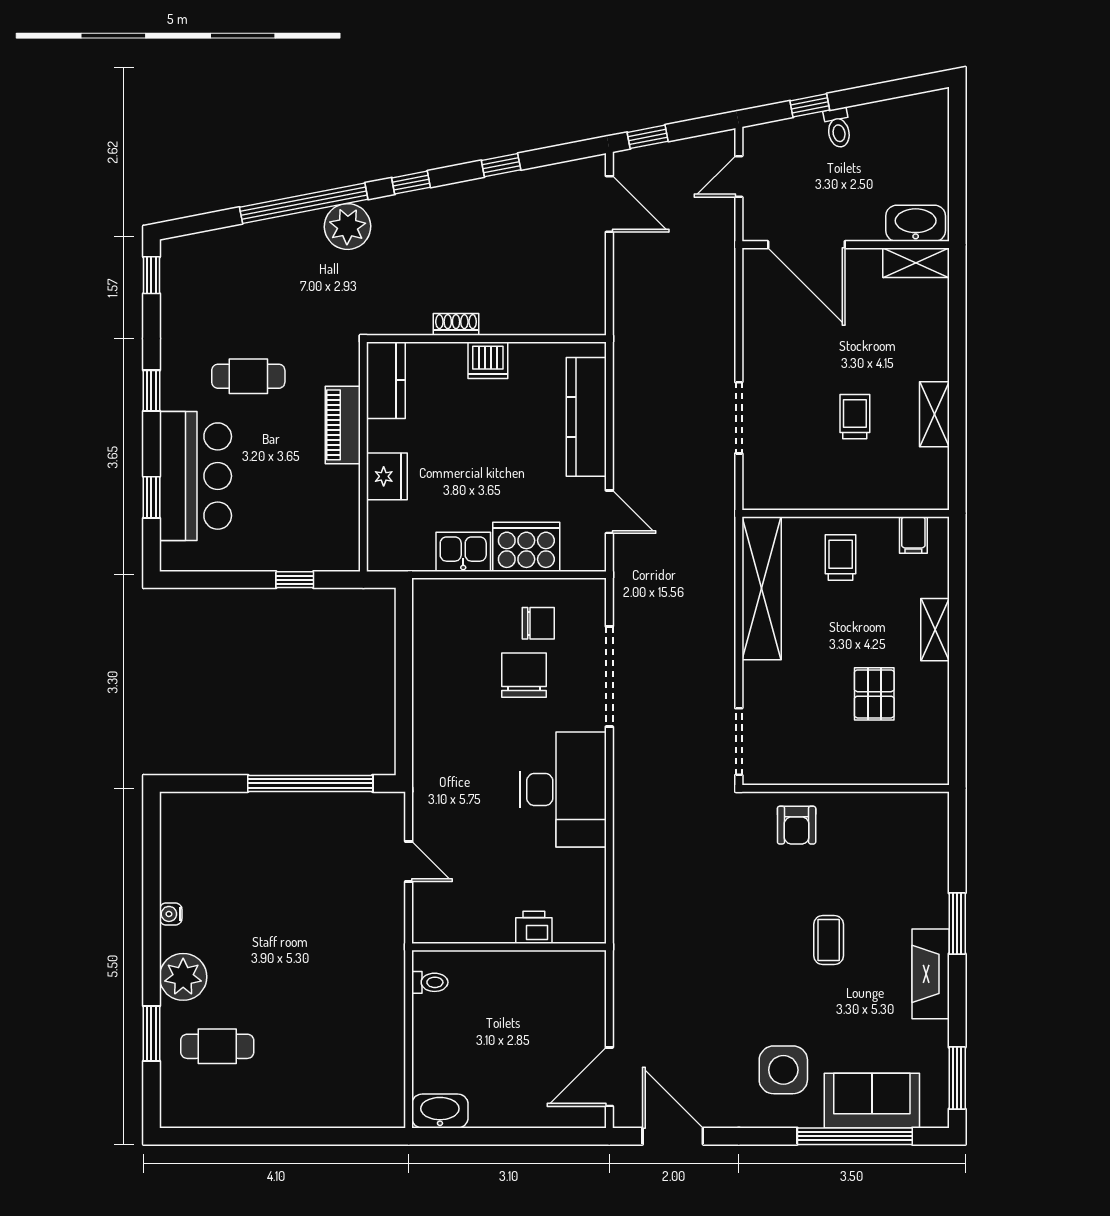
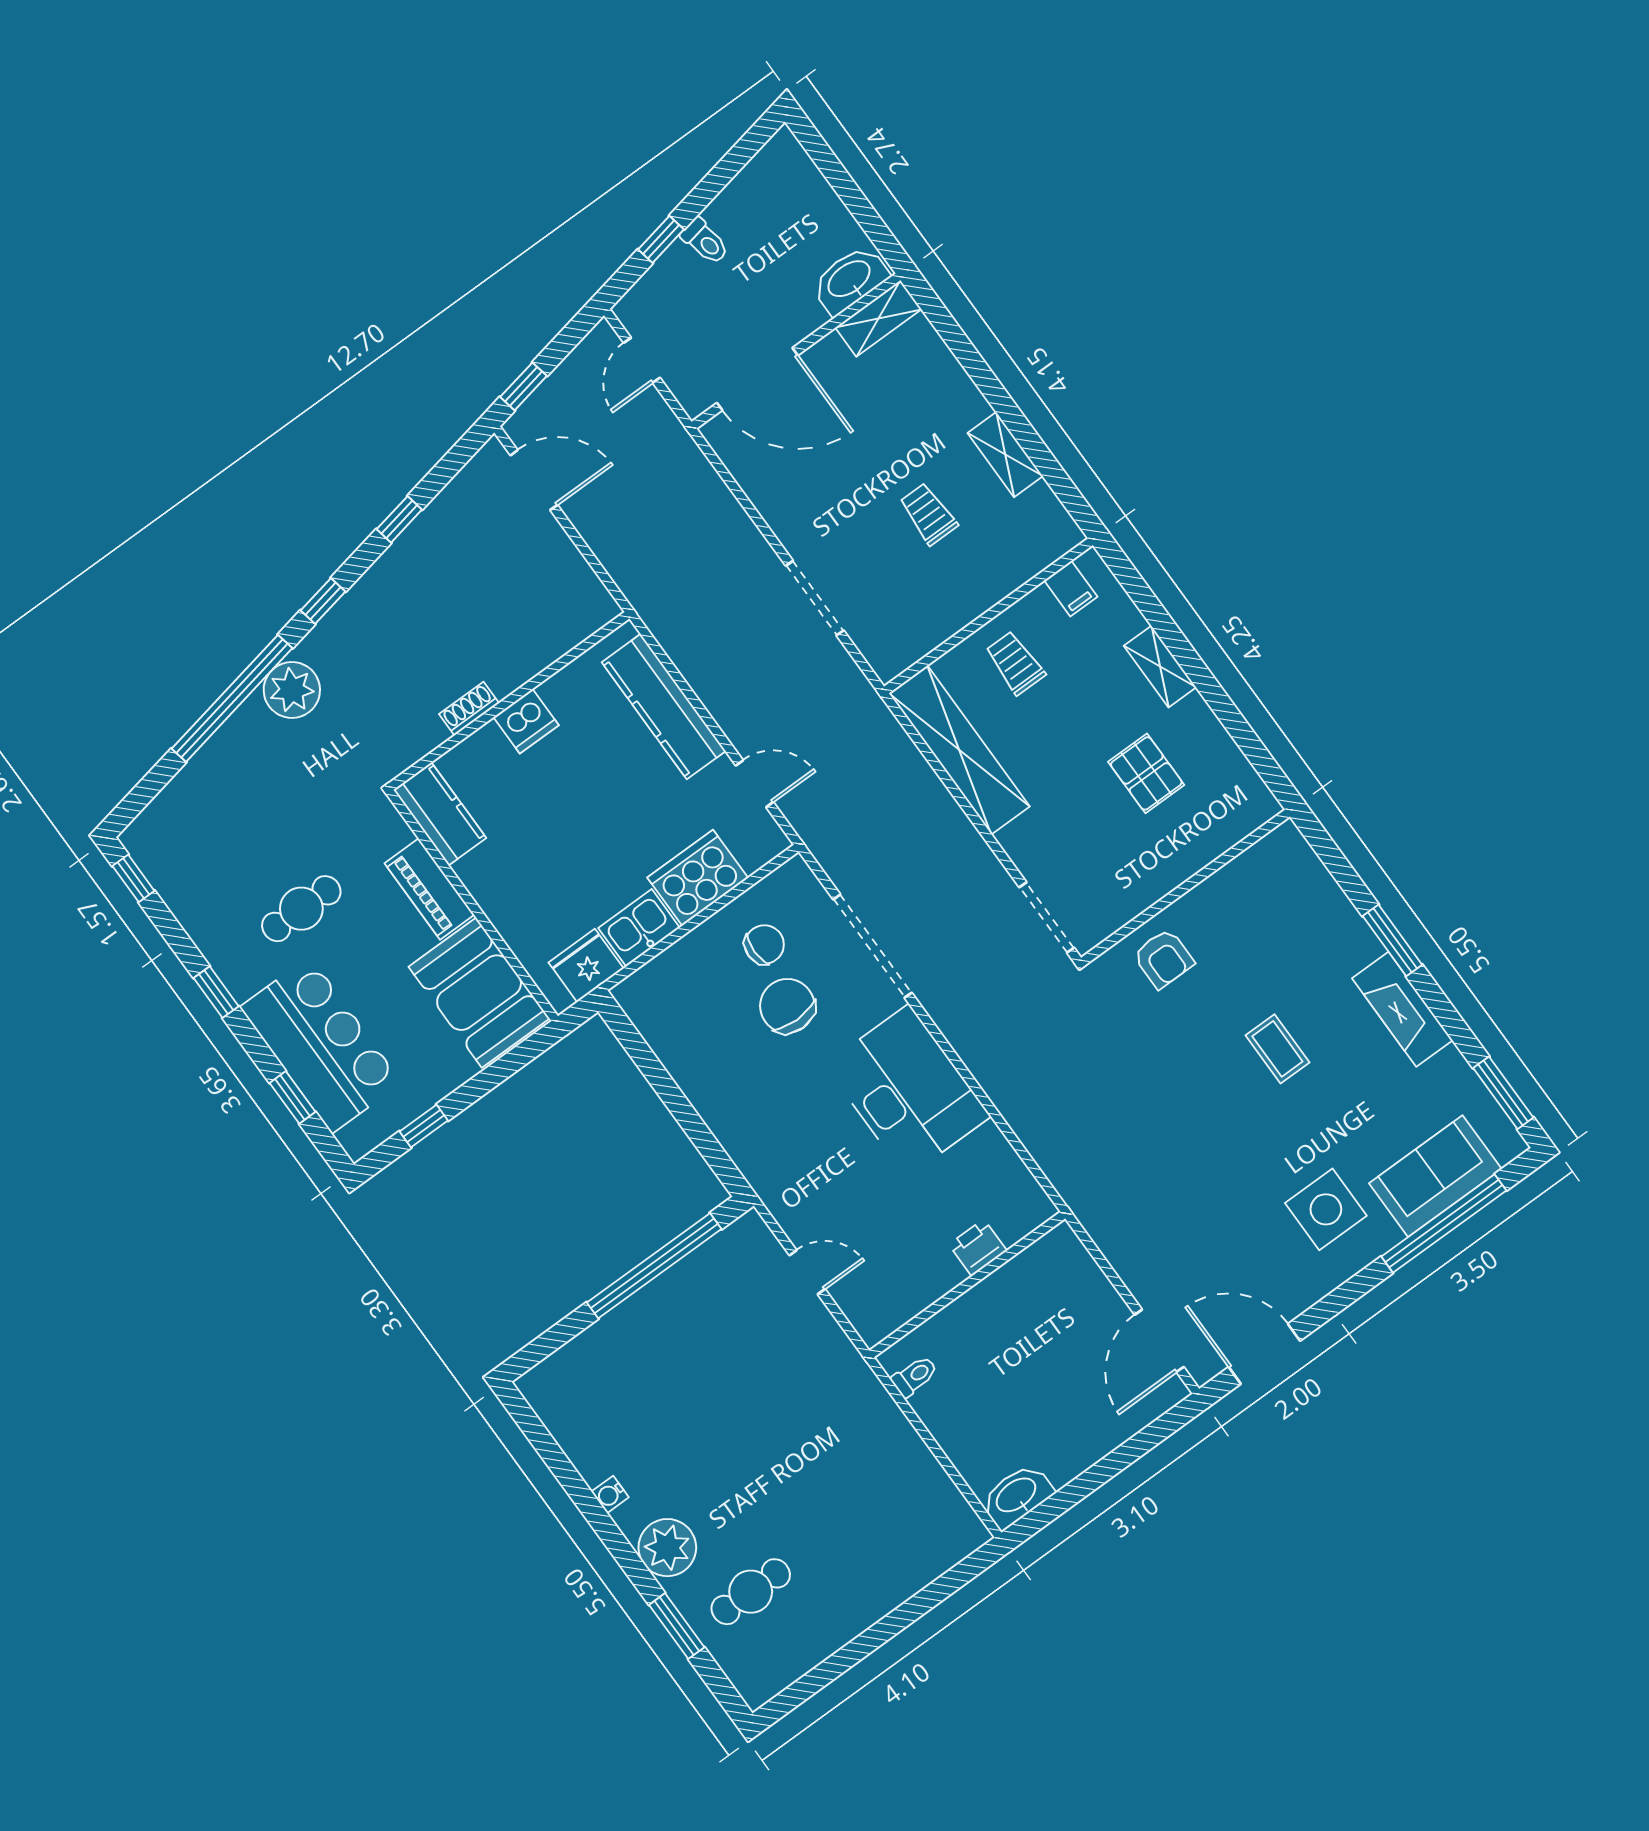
fridge: (387, 476) -> (586, 965), moved, turned -90
booth: (326, 518) -> (479, 993), added
window: (295, 580) -> (424, 1126), moved

